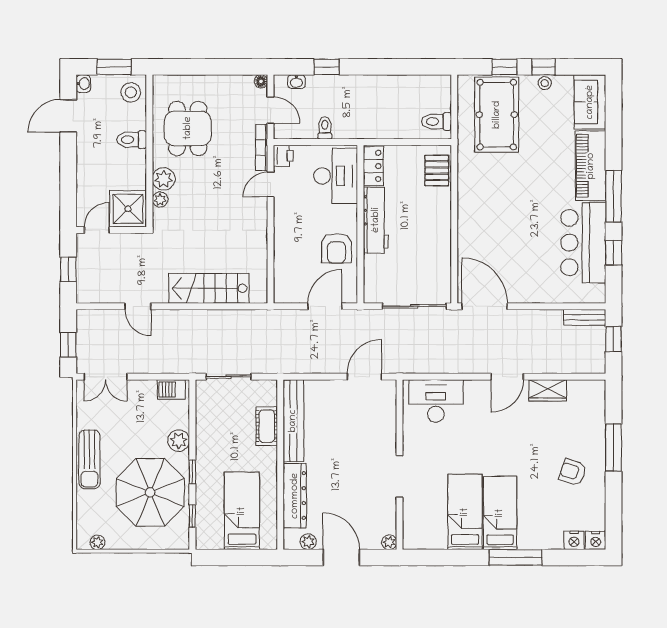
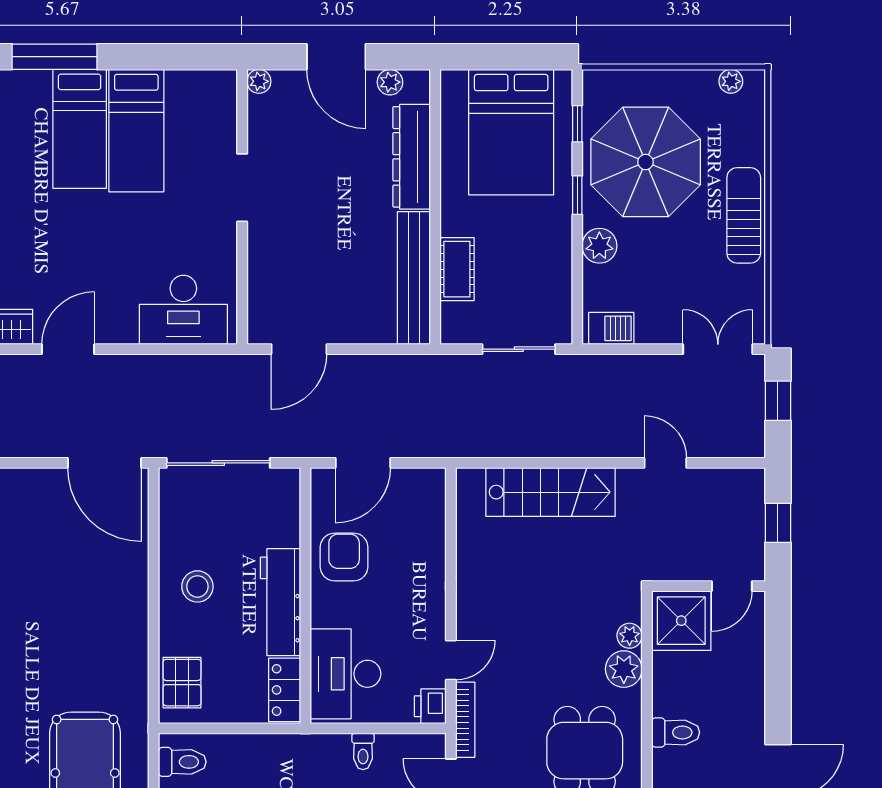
stool: (427, 230) -> (197, 586), added
bed: (242, 511) -> (511, 132), width x1.50

